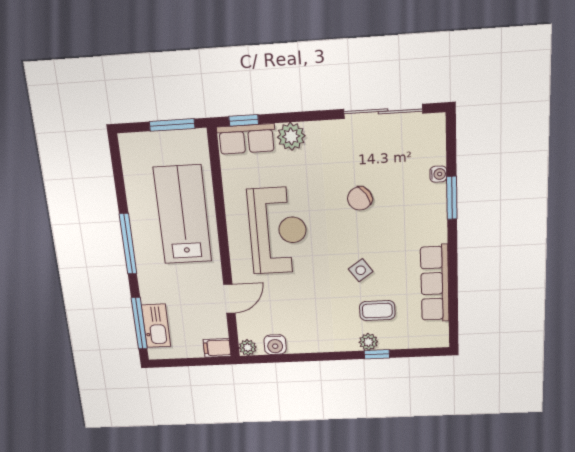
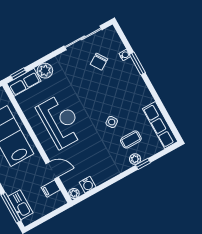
chair: (360, 198) -> (99, 62), moved
row of seats: (435, 283) -> (160, 125), moved
door: (229, 299) -> (52, 170), hinge flipped
filing cabinet: (217, 348) -> (51, 189), moved

